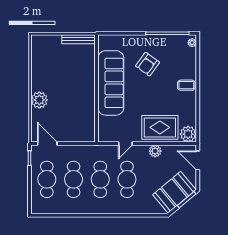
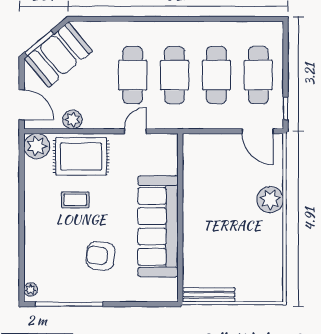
armchair: (148, 64) -> (100, 256), turned -119
coffee table: (186, 85) -> (75, 200), moved
plant: (155, 151) -> (72, 120), moved

